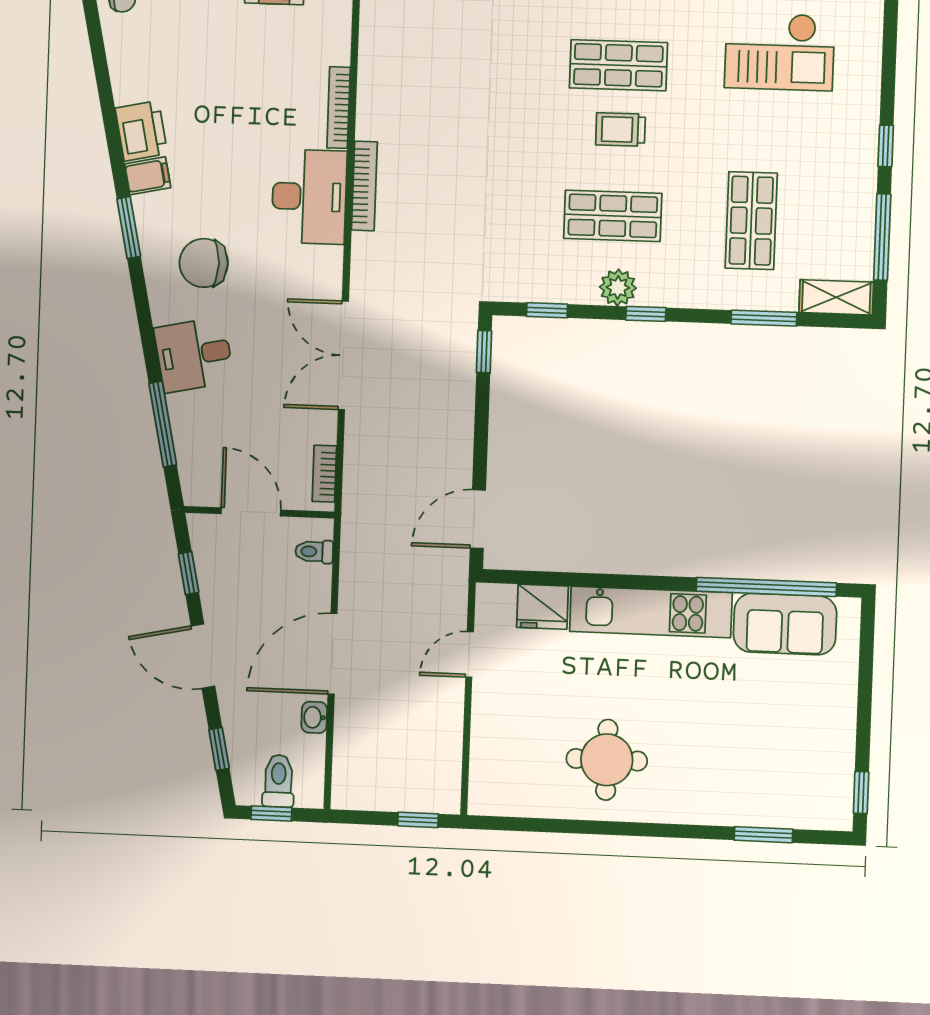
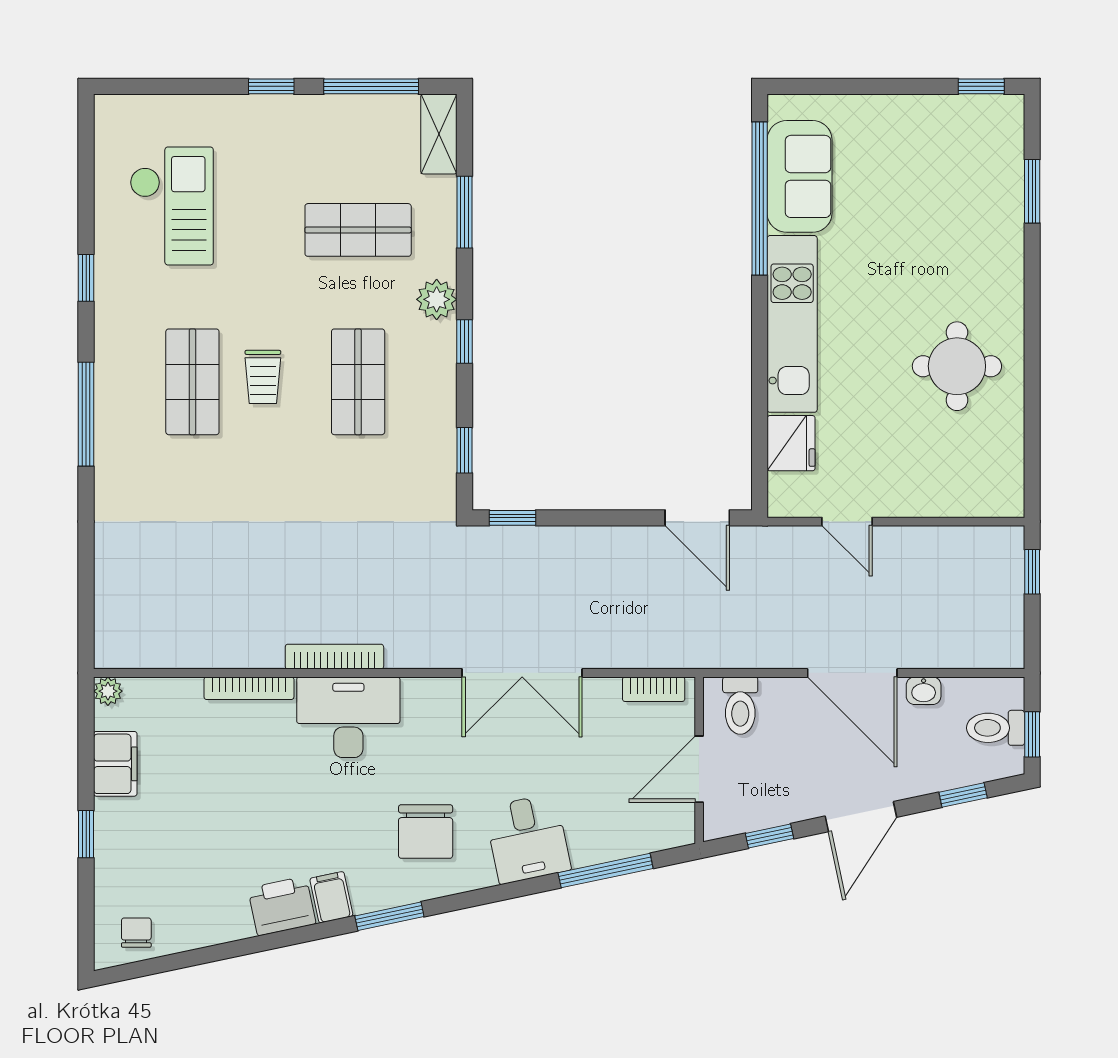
plant: (618, 288) -> (437, 299), moved
toilet: (314, 552) -> (740, 706), width x1.37, depth x1.39

